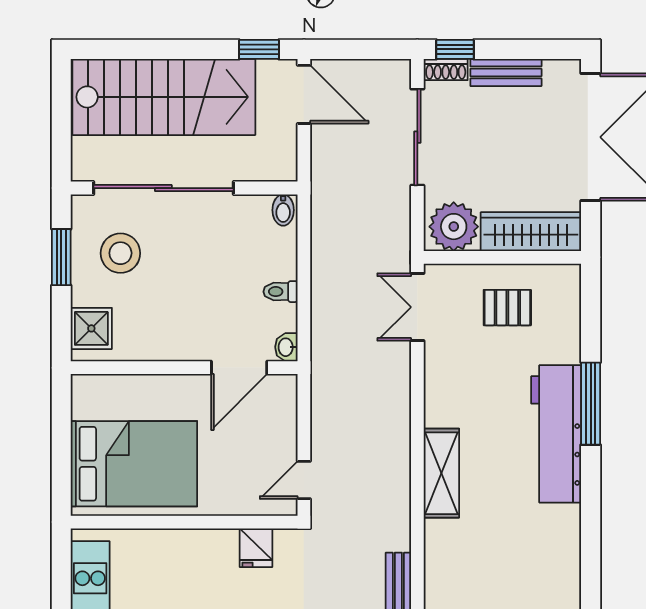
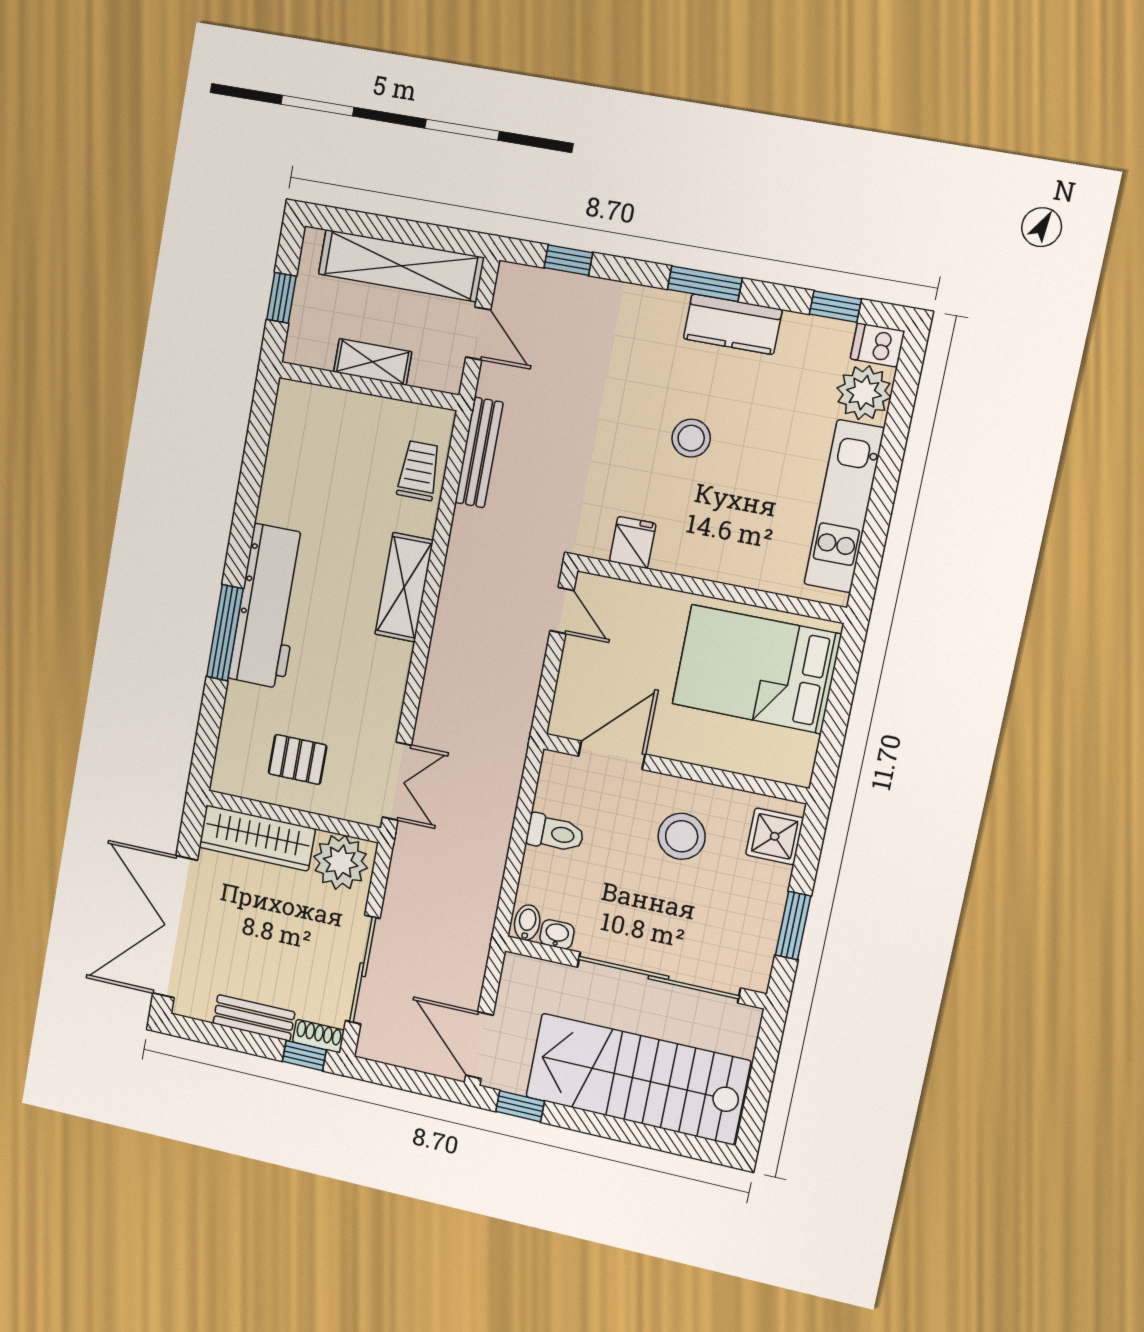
stool: (120, 253) -> (682, 836), moved
toilet: (280, 292) -> (555, 833), width x1.37, depth x1.39
washbasin: (286, 347) -> (557, 934), moved, turned -90
door: (304, 480) -> (562, 611), hinge flipped
trolley: (447, 573) -> (419, 471), added

